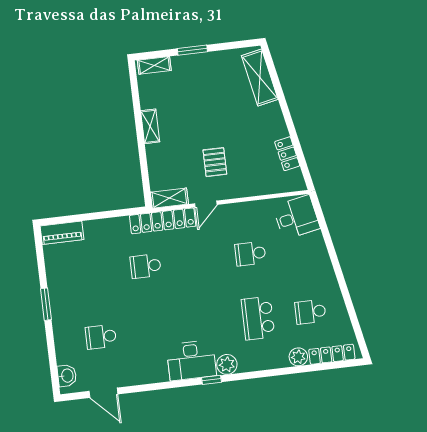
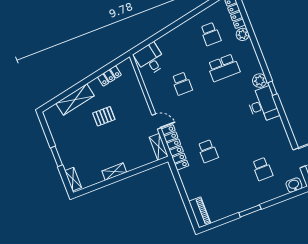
shelving: (260, 77) -> (75, 100), moved
pallet: (215, 162) -> (104, 116), moved

